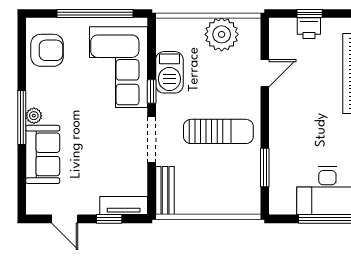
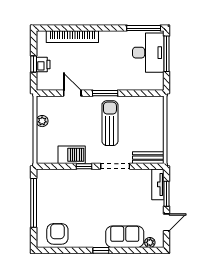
plant: (222, 34) -> (42, 121), width x0.53, depth x0.53
corner sofa: (119, 67) -> (68, 188), removed
plant: (34, 116) -> (150, 242), moved
window: (22, 118) -> (101, 250), width x0.46
window: (265, 168) -> (105, 93), moved
window: (109, 219) -> (166, 194), width x1.50

